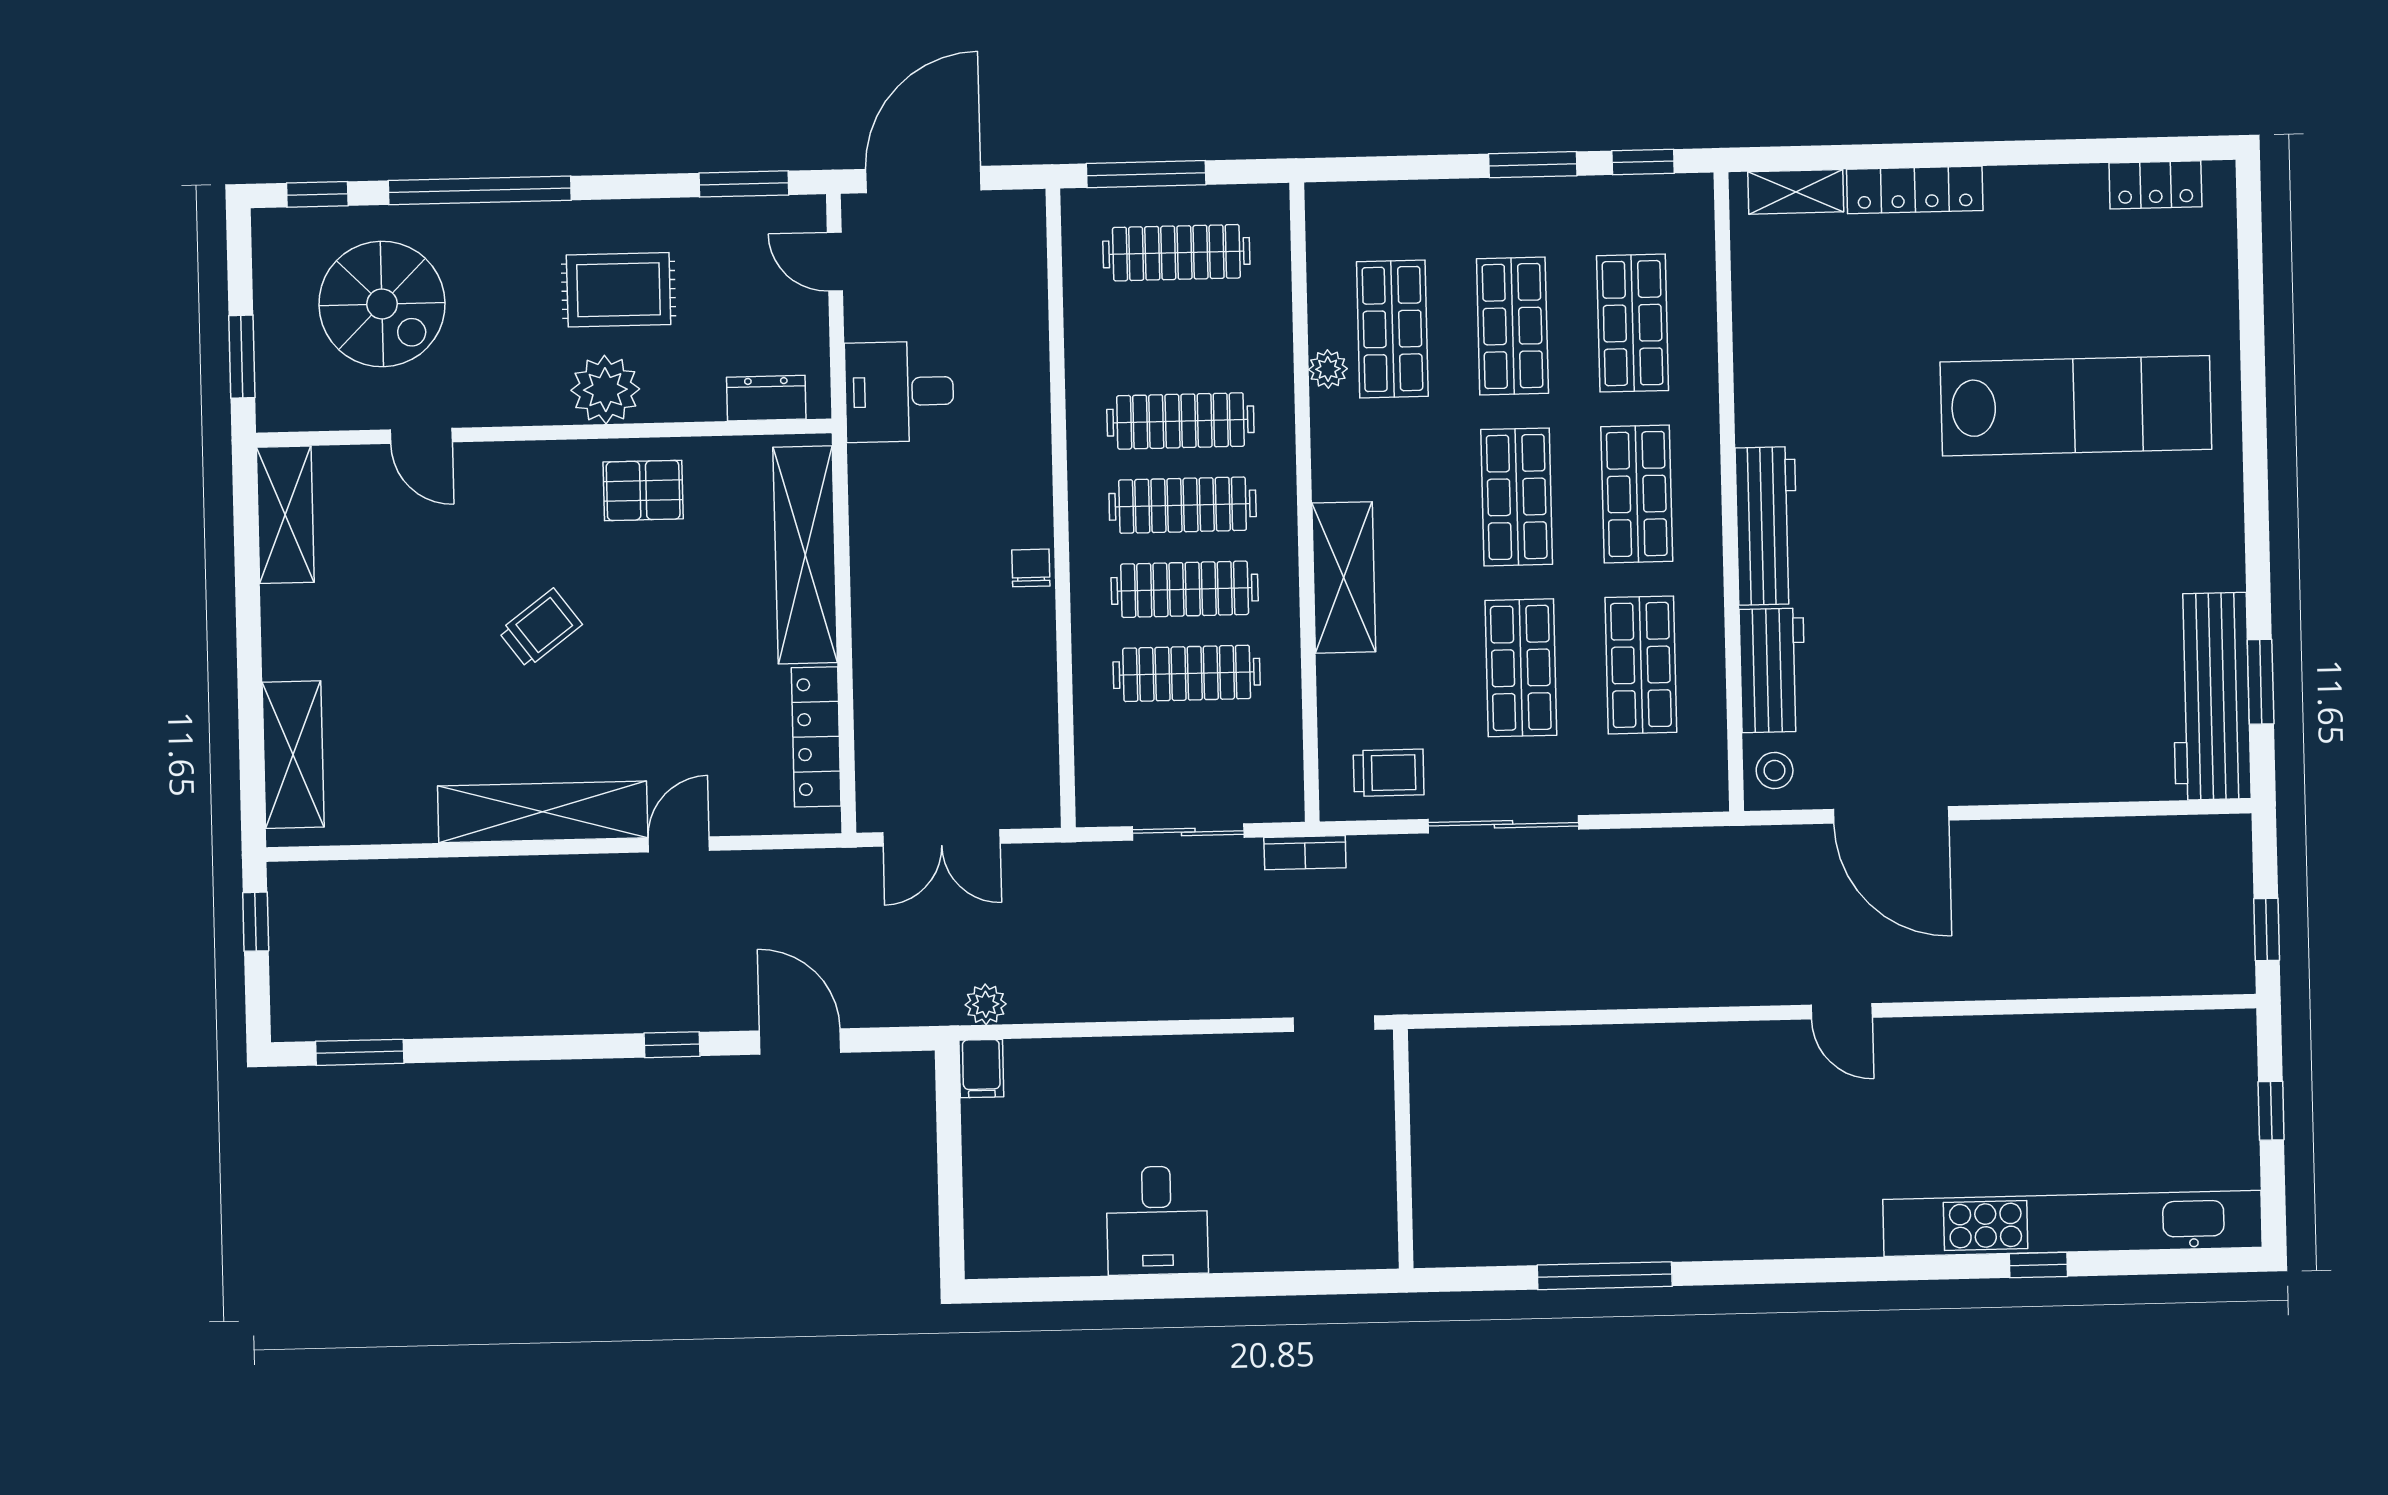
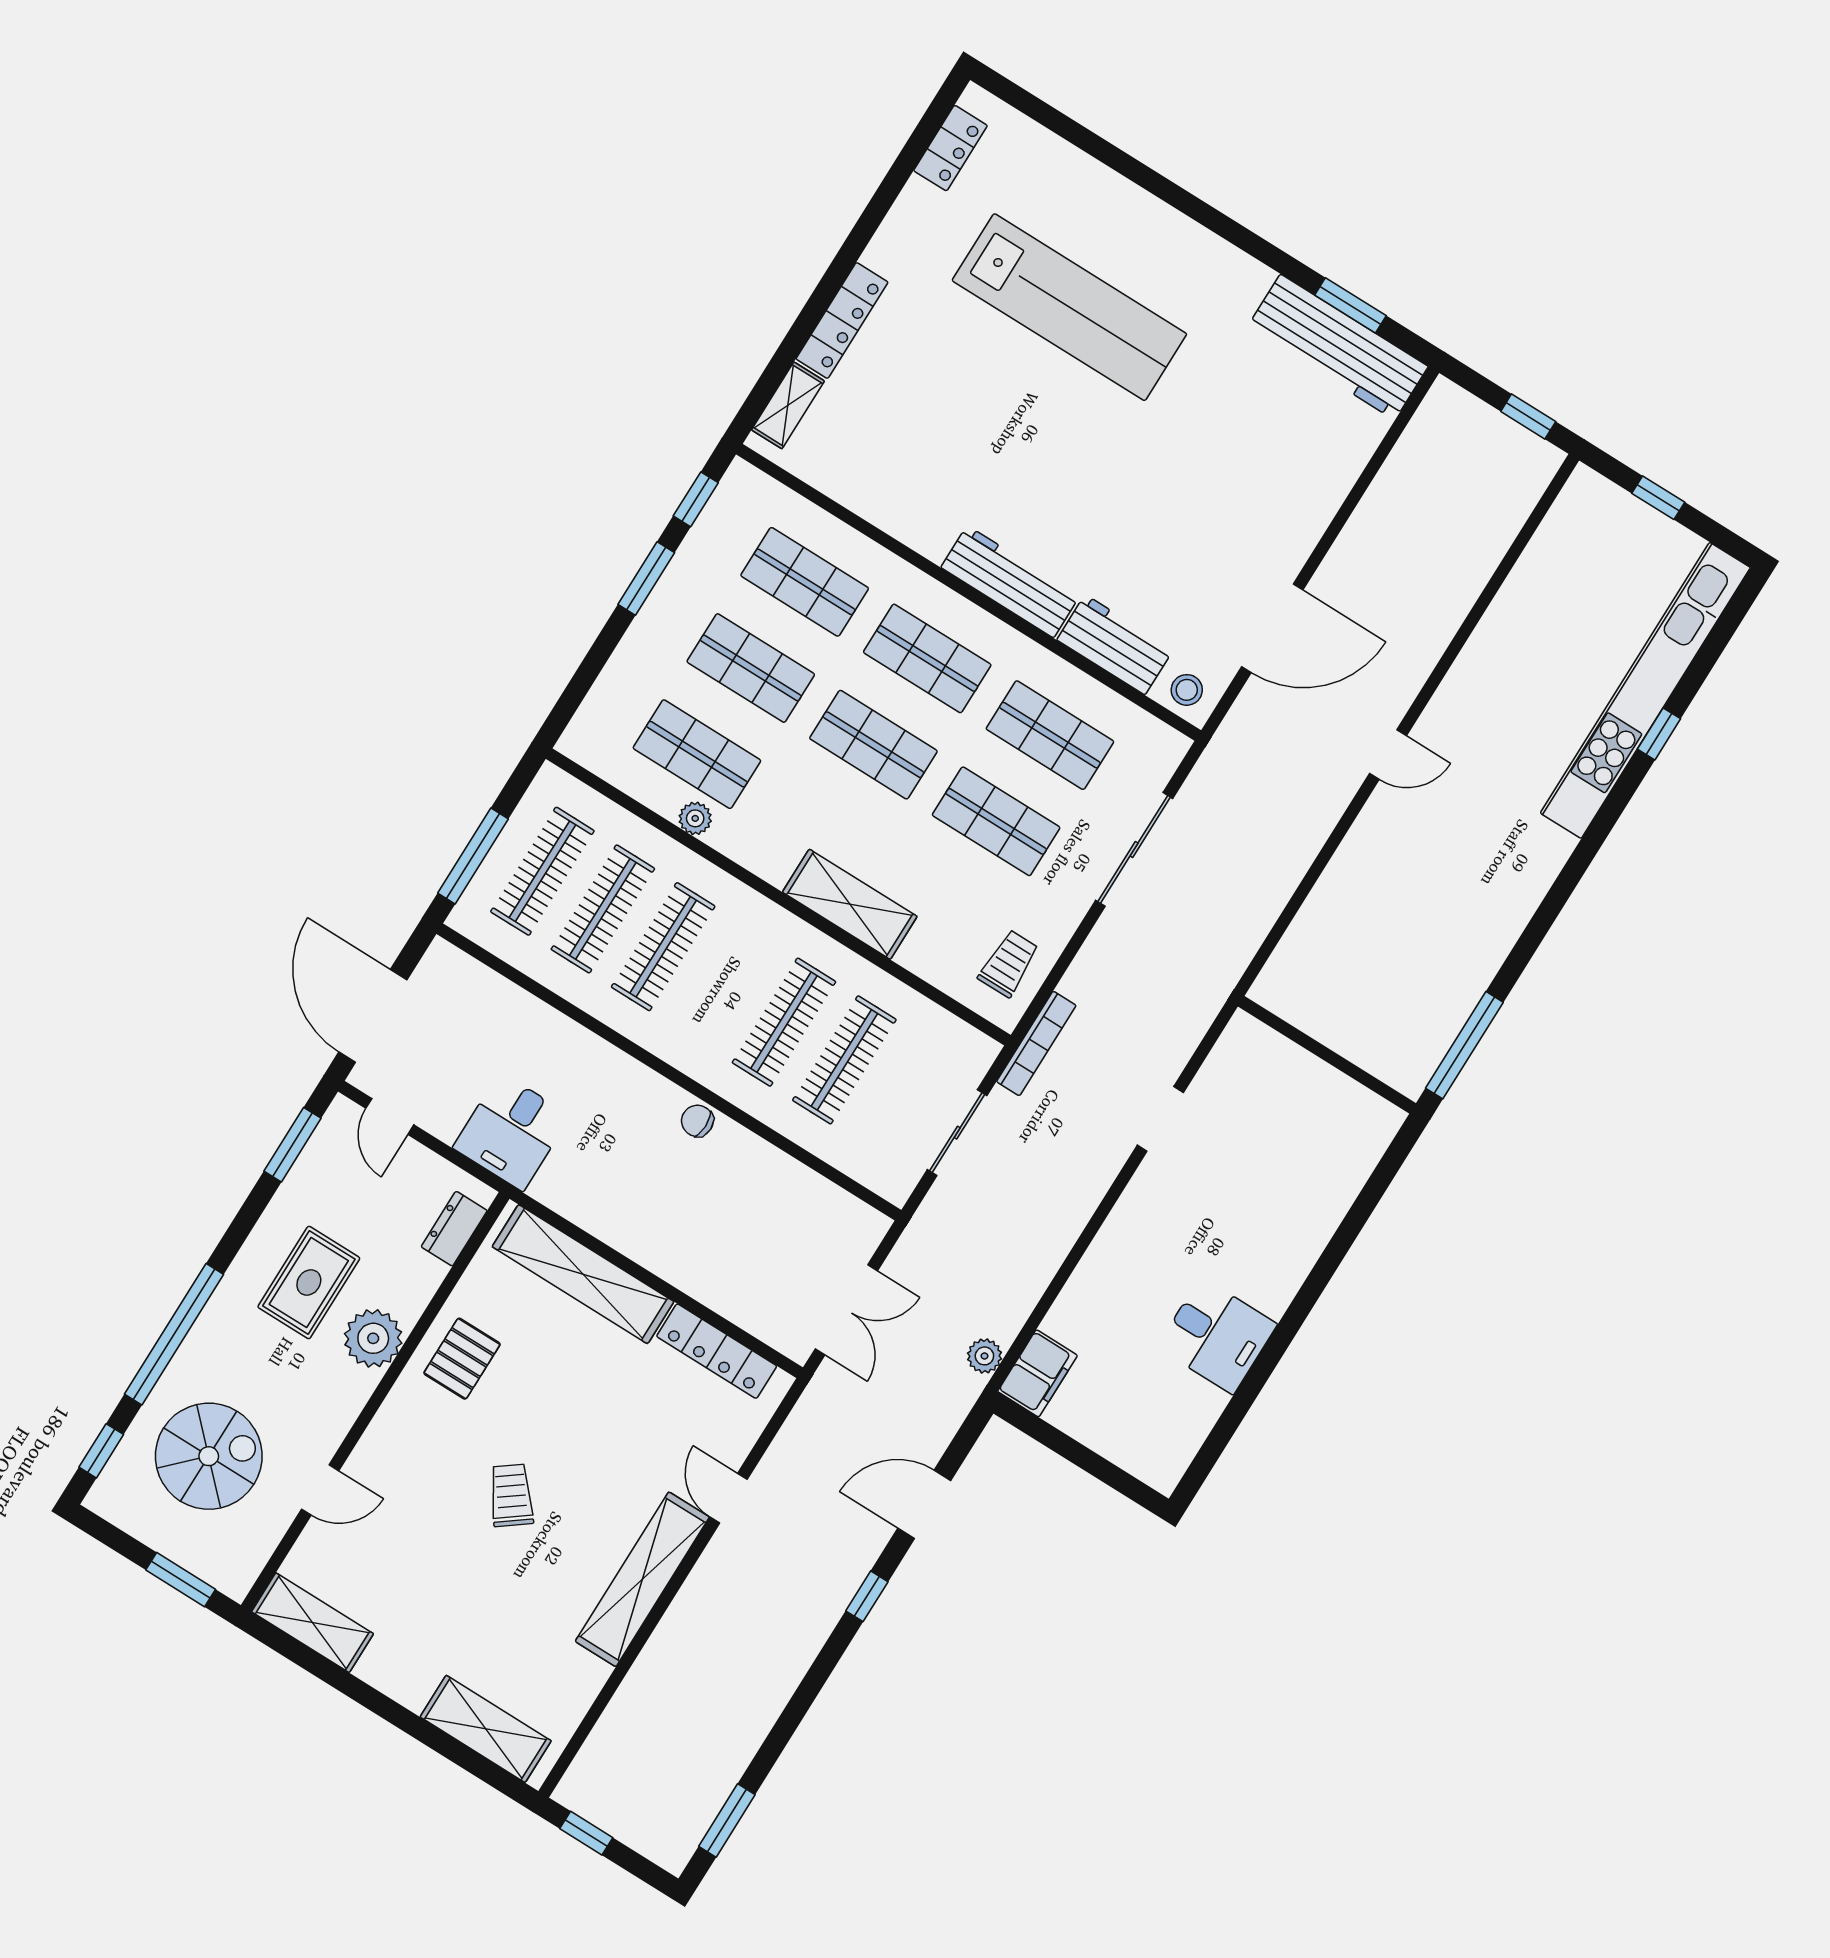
door: (835, 262) -> (390, 1117), hinge flipped
lab bench: (2076, 406) -> (1069, 307), turned 90
clothes rail: (1183, 505) -> (603, 909), moved
sliding door: (1503, 824) -> (1134, 849), moved
bookcase: (1305, 853) -> (1036, 1043), width x1.56
filing cabinet: (981, 1068) -> (1037, 1373), width x2.00
wall: (1403, 1149) -> (1327, 1055), moved

